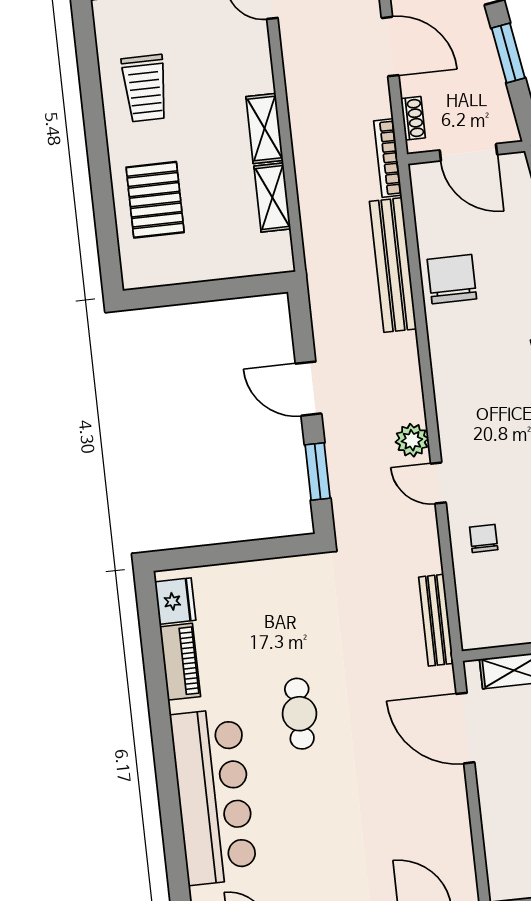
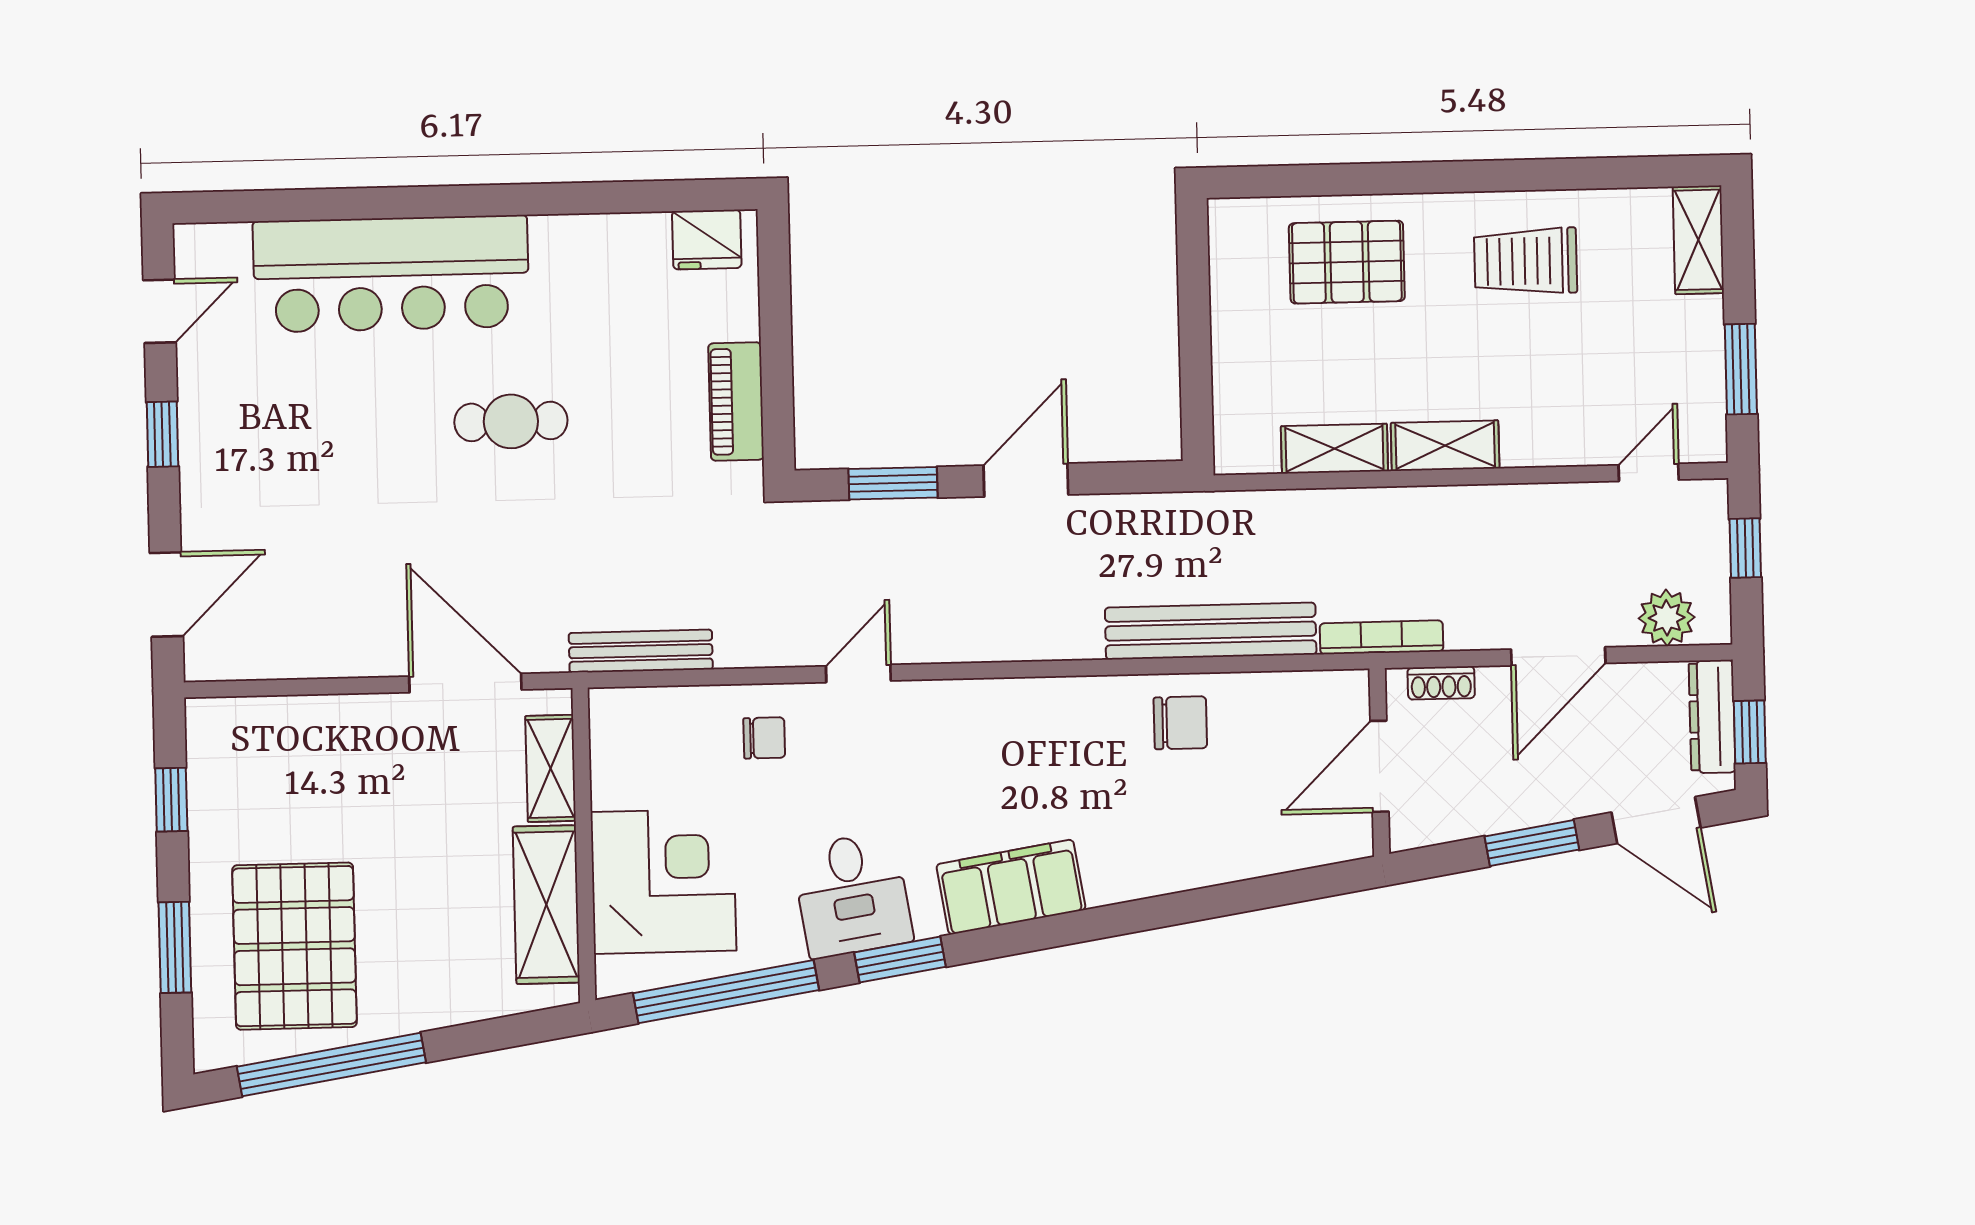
chair: (452, 279) -> (1180, 723), width x0.73, depth x0.73
plant: (412, 440) -> (930, 637), removed
piano: (180, 662) -> (736, 402), moved, turned 90
door: (465, 728) -> (465, 683), hinge flipped

